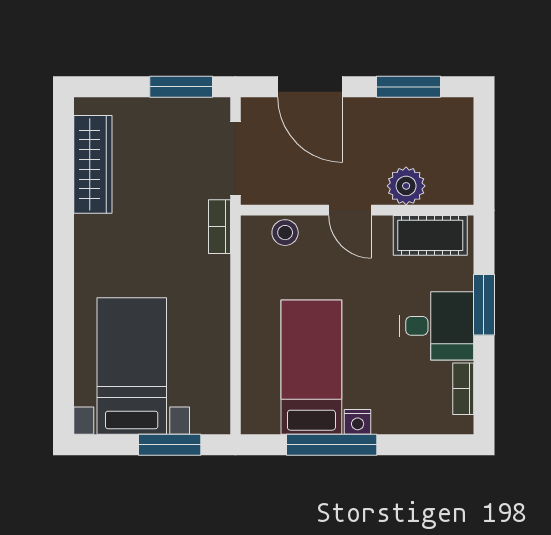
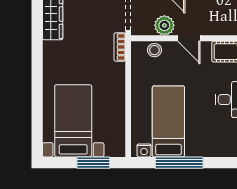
plant: (406, 186) -> (164, 25), moved
nightstand: (358, 422) -> (144, 150), moved

